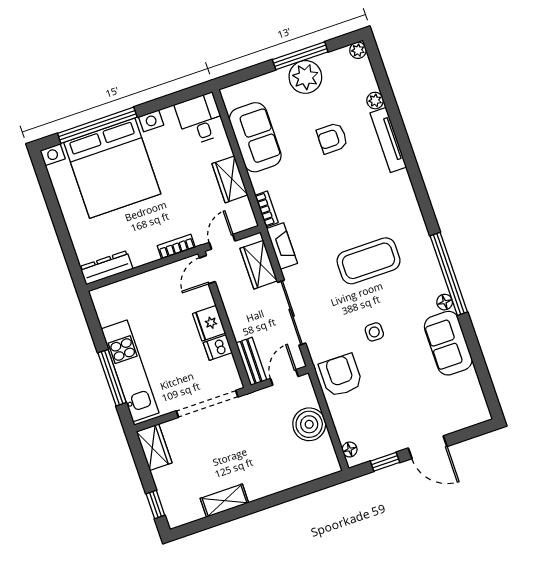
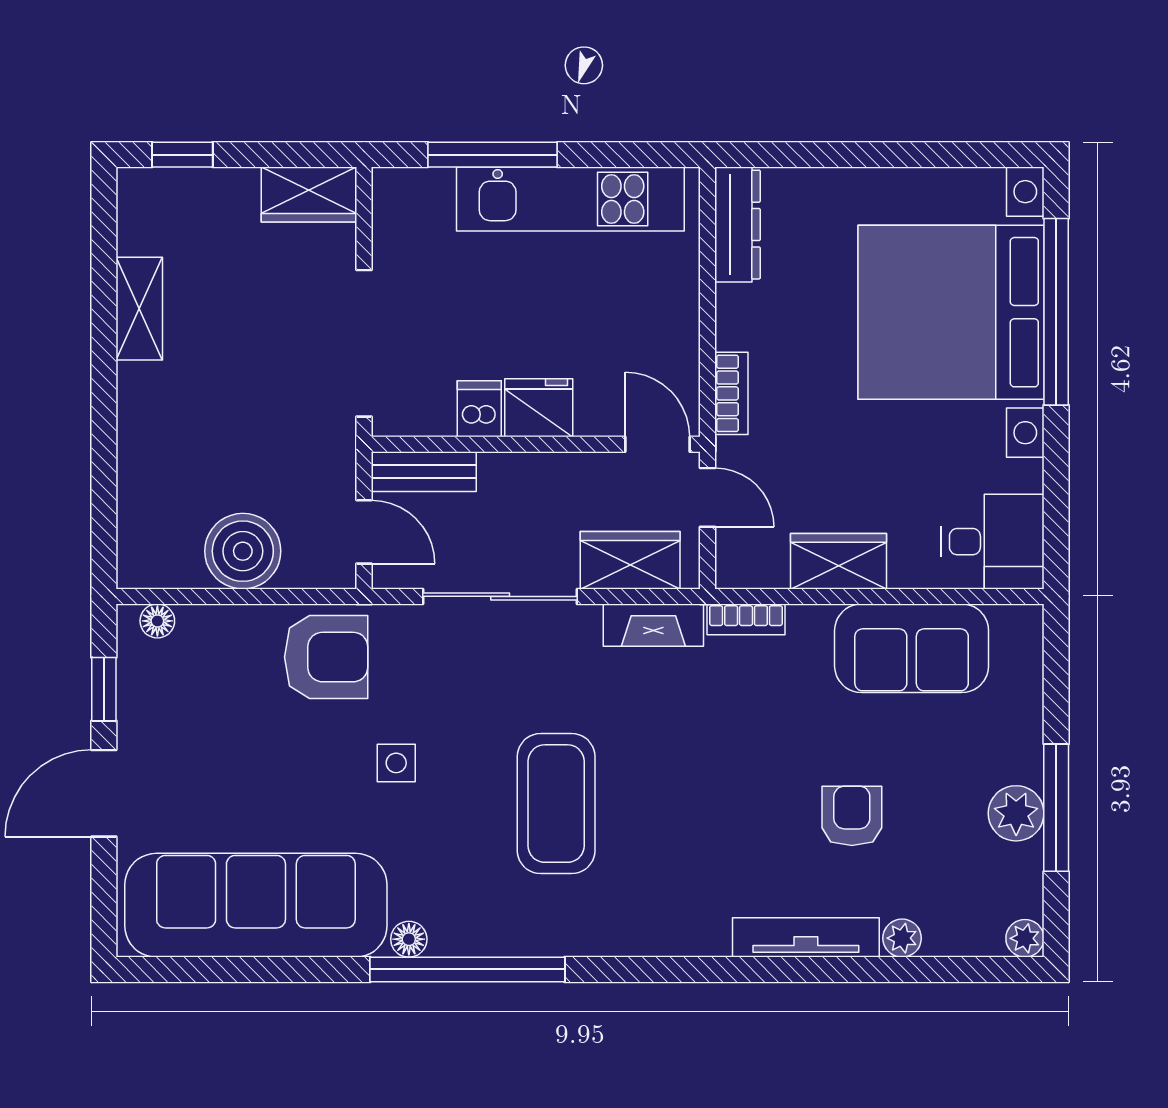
plant: (305, 77) -> (1016, 813), width x0.73, depth x0.73
sofa: (448, 343) -> (256, 905), width x1.85, depth x1.27
kitchen unit: (130, 371) -> (570, 199), moved

